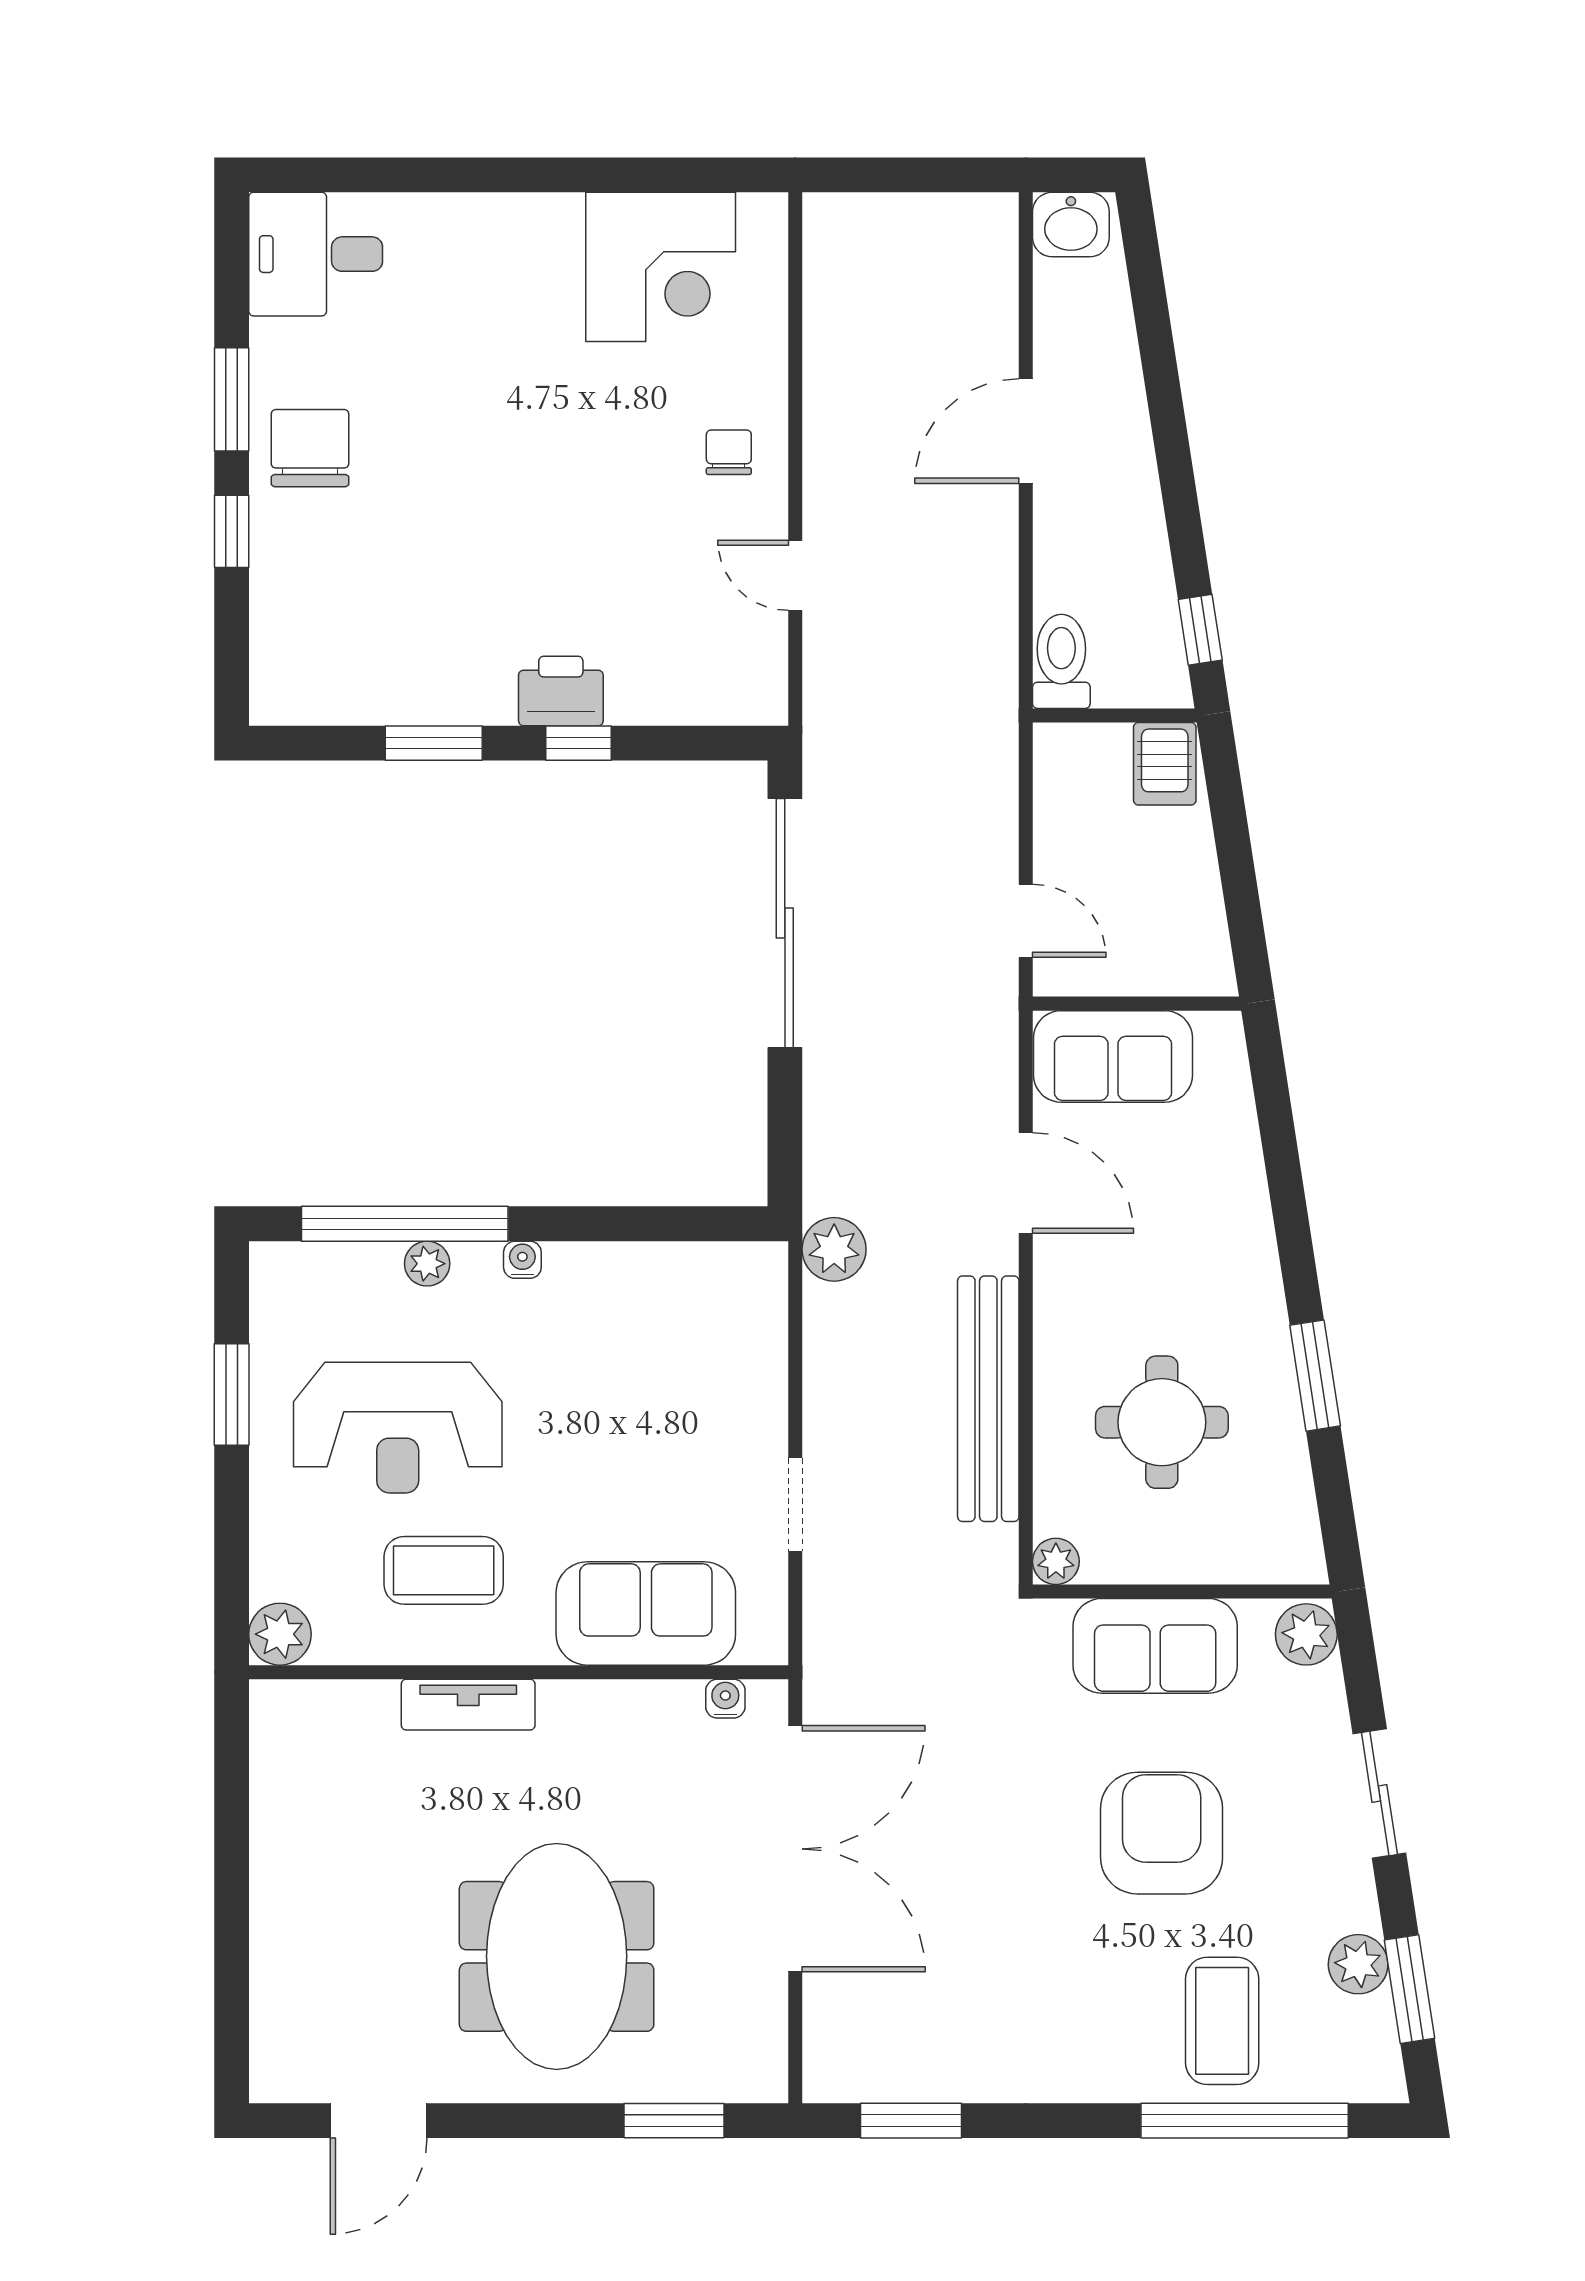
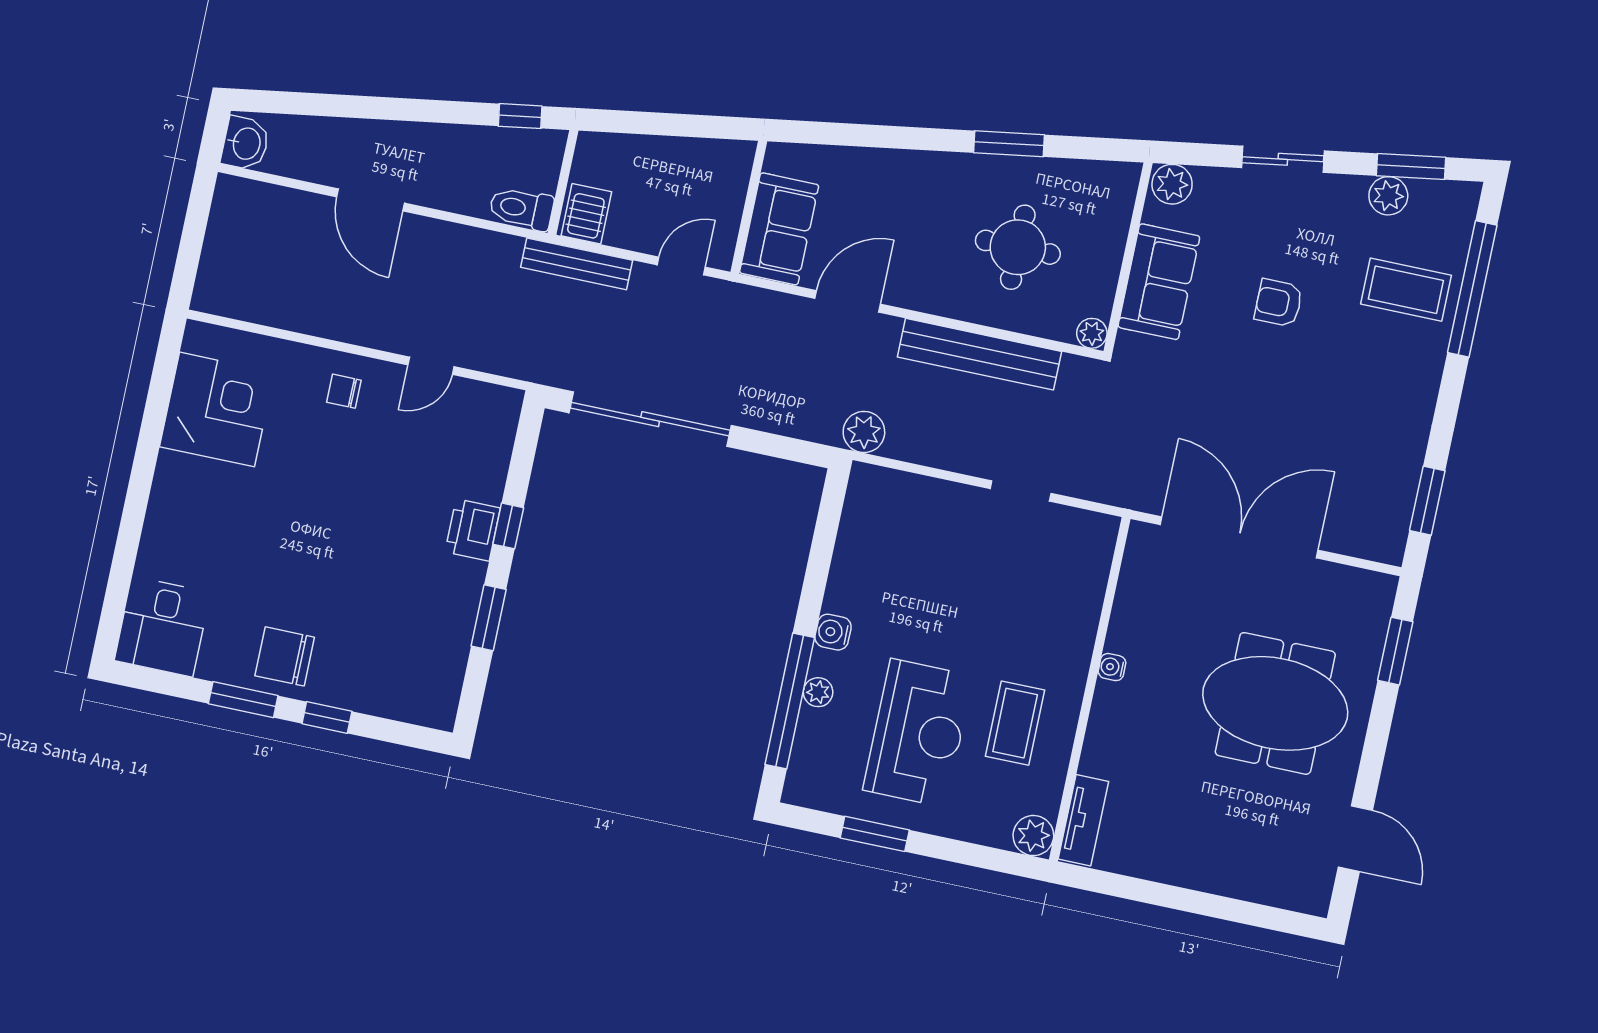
bench: (996, 762) -> (577, 264), added
server rack: (1165, 764) -> (586, 214), moved, turned -90
water cooler: (522, 1260) -> (833, 632), width x1.38, depth x1.38
sofa: (646, 1613) -> (1070, 601), removed
water cooler: (725, 1699) -> (1112, 667), moved
tv unit: (468, 1705) -> (1083, 820), moved
armchair: (1162, 1833) -> (1279, 303), width x0.53, depth x0.53

